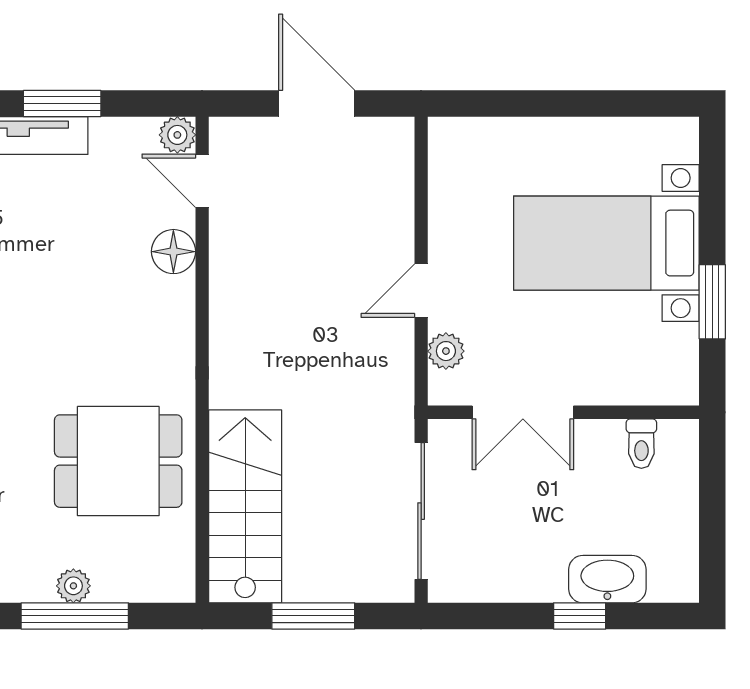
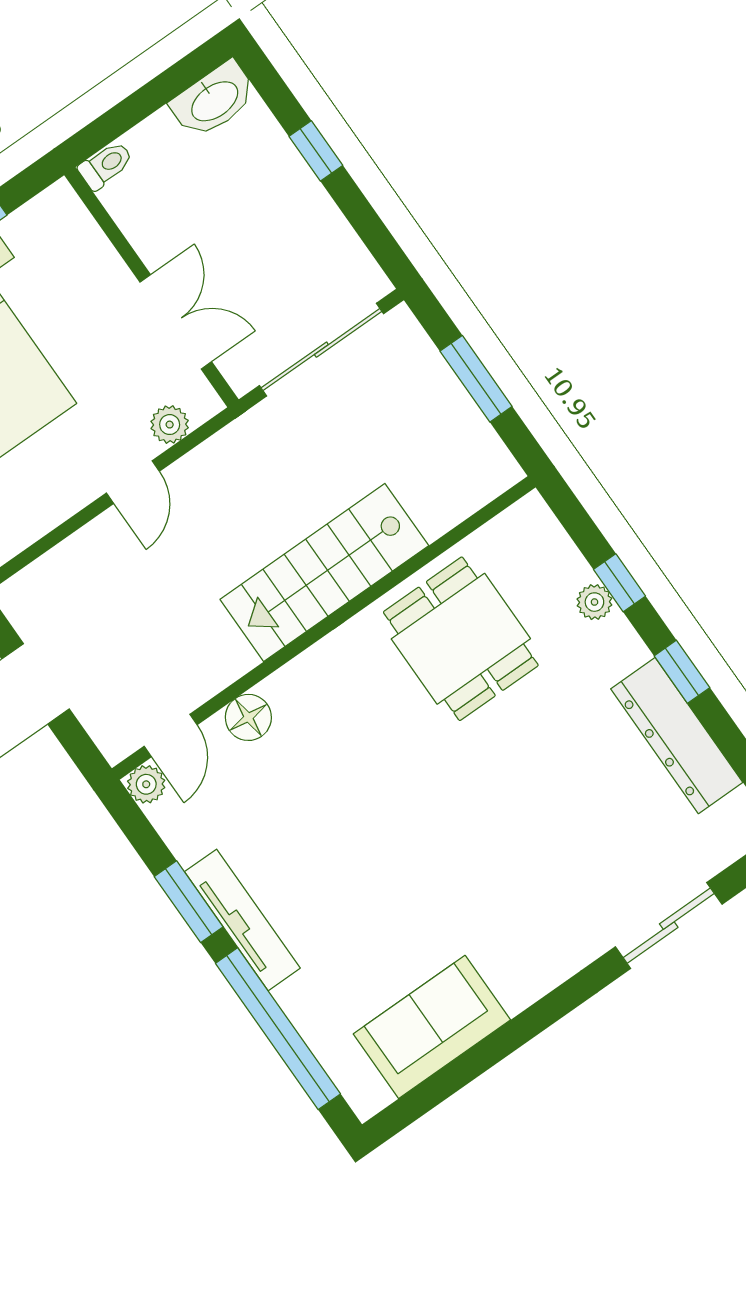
door: (421, 291) -> (133, 482), hinge flipped
toilet: (641, 444) -> (106, 165), moved
stairs: (245, 506) -> (324, 573), moved
washbasin: (607, 579) -> (214, 100), moved, turned -90
window: (75, 616) -> (619, 583), width x0.46

